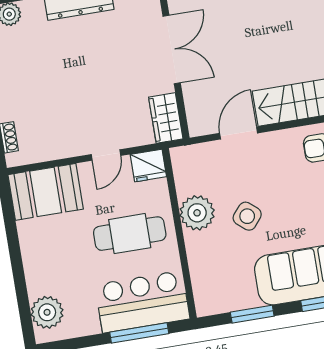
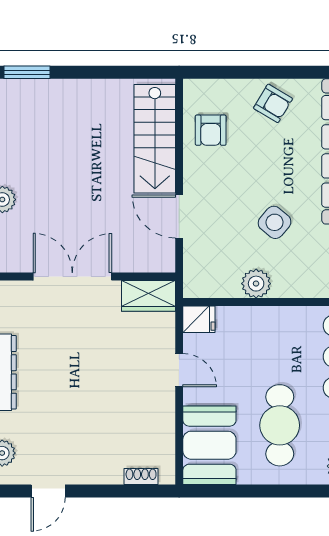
fridge: (148, 166) -> (199, 319), width x0.72
plant: (197, 213) -> (256, 284), width x0.73, depth x0.73
cafe table: (130, 234) -> (280, 425), moved

